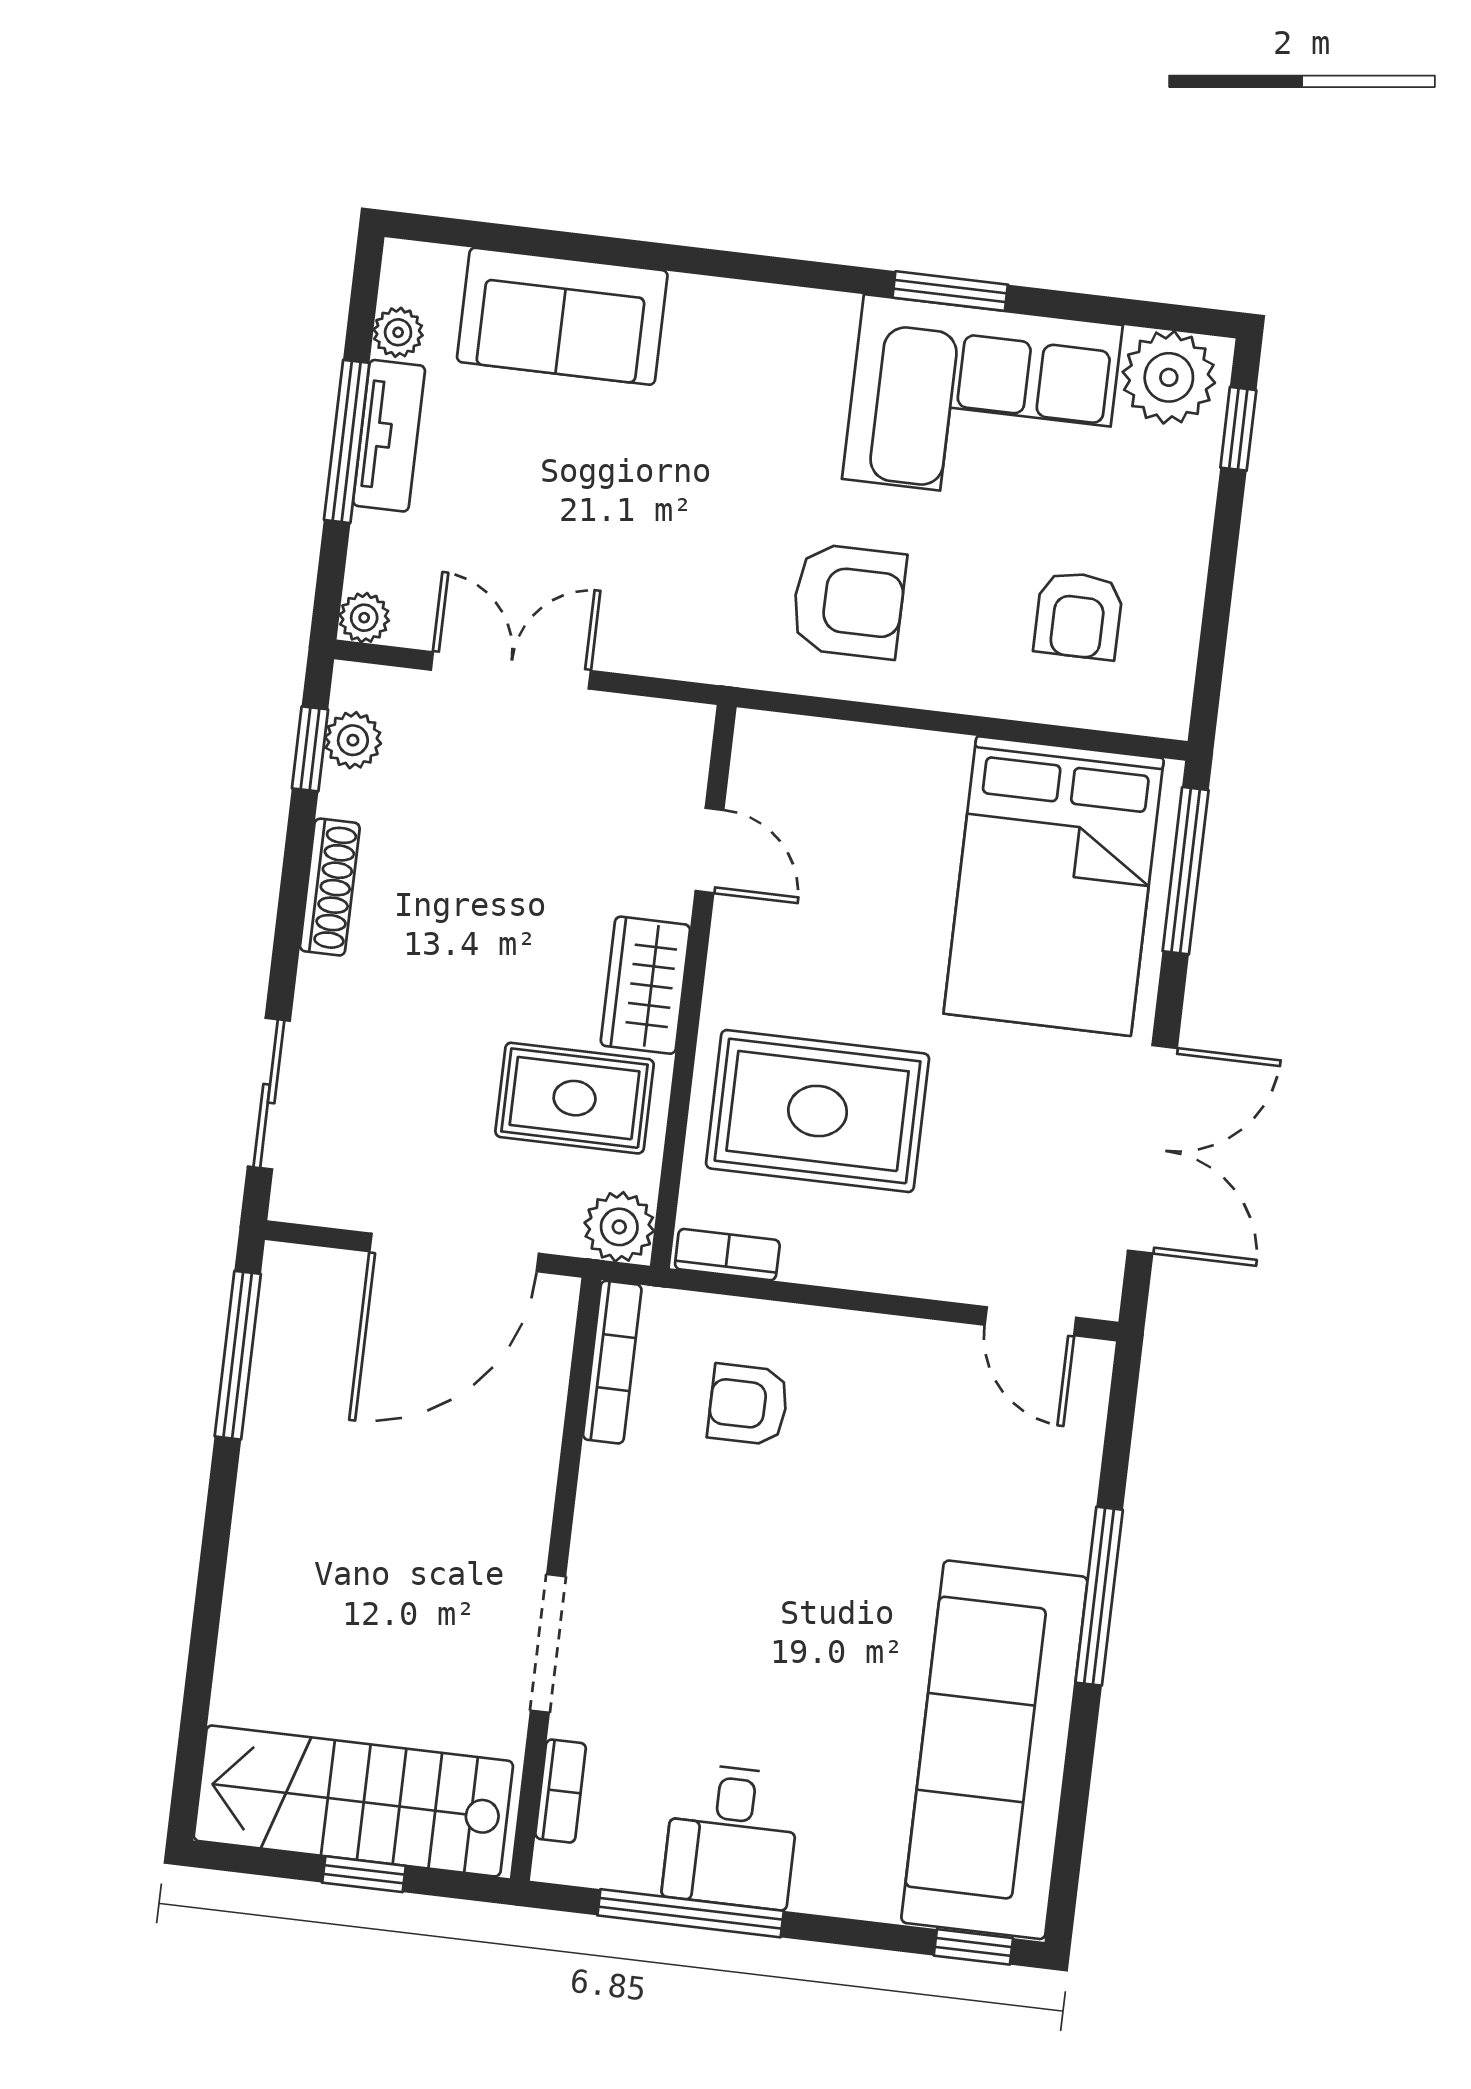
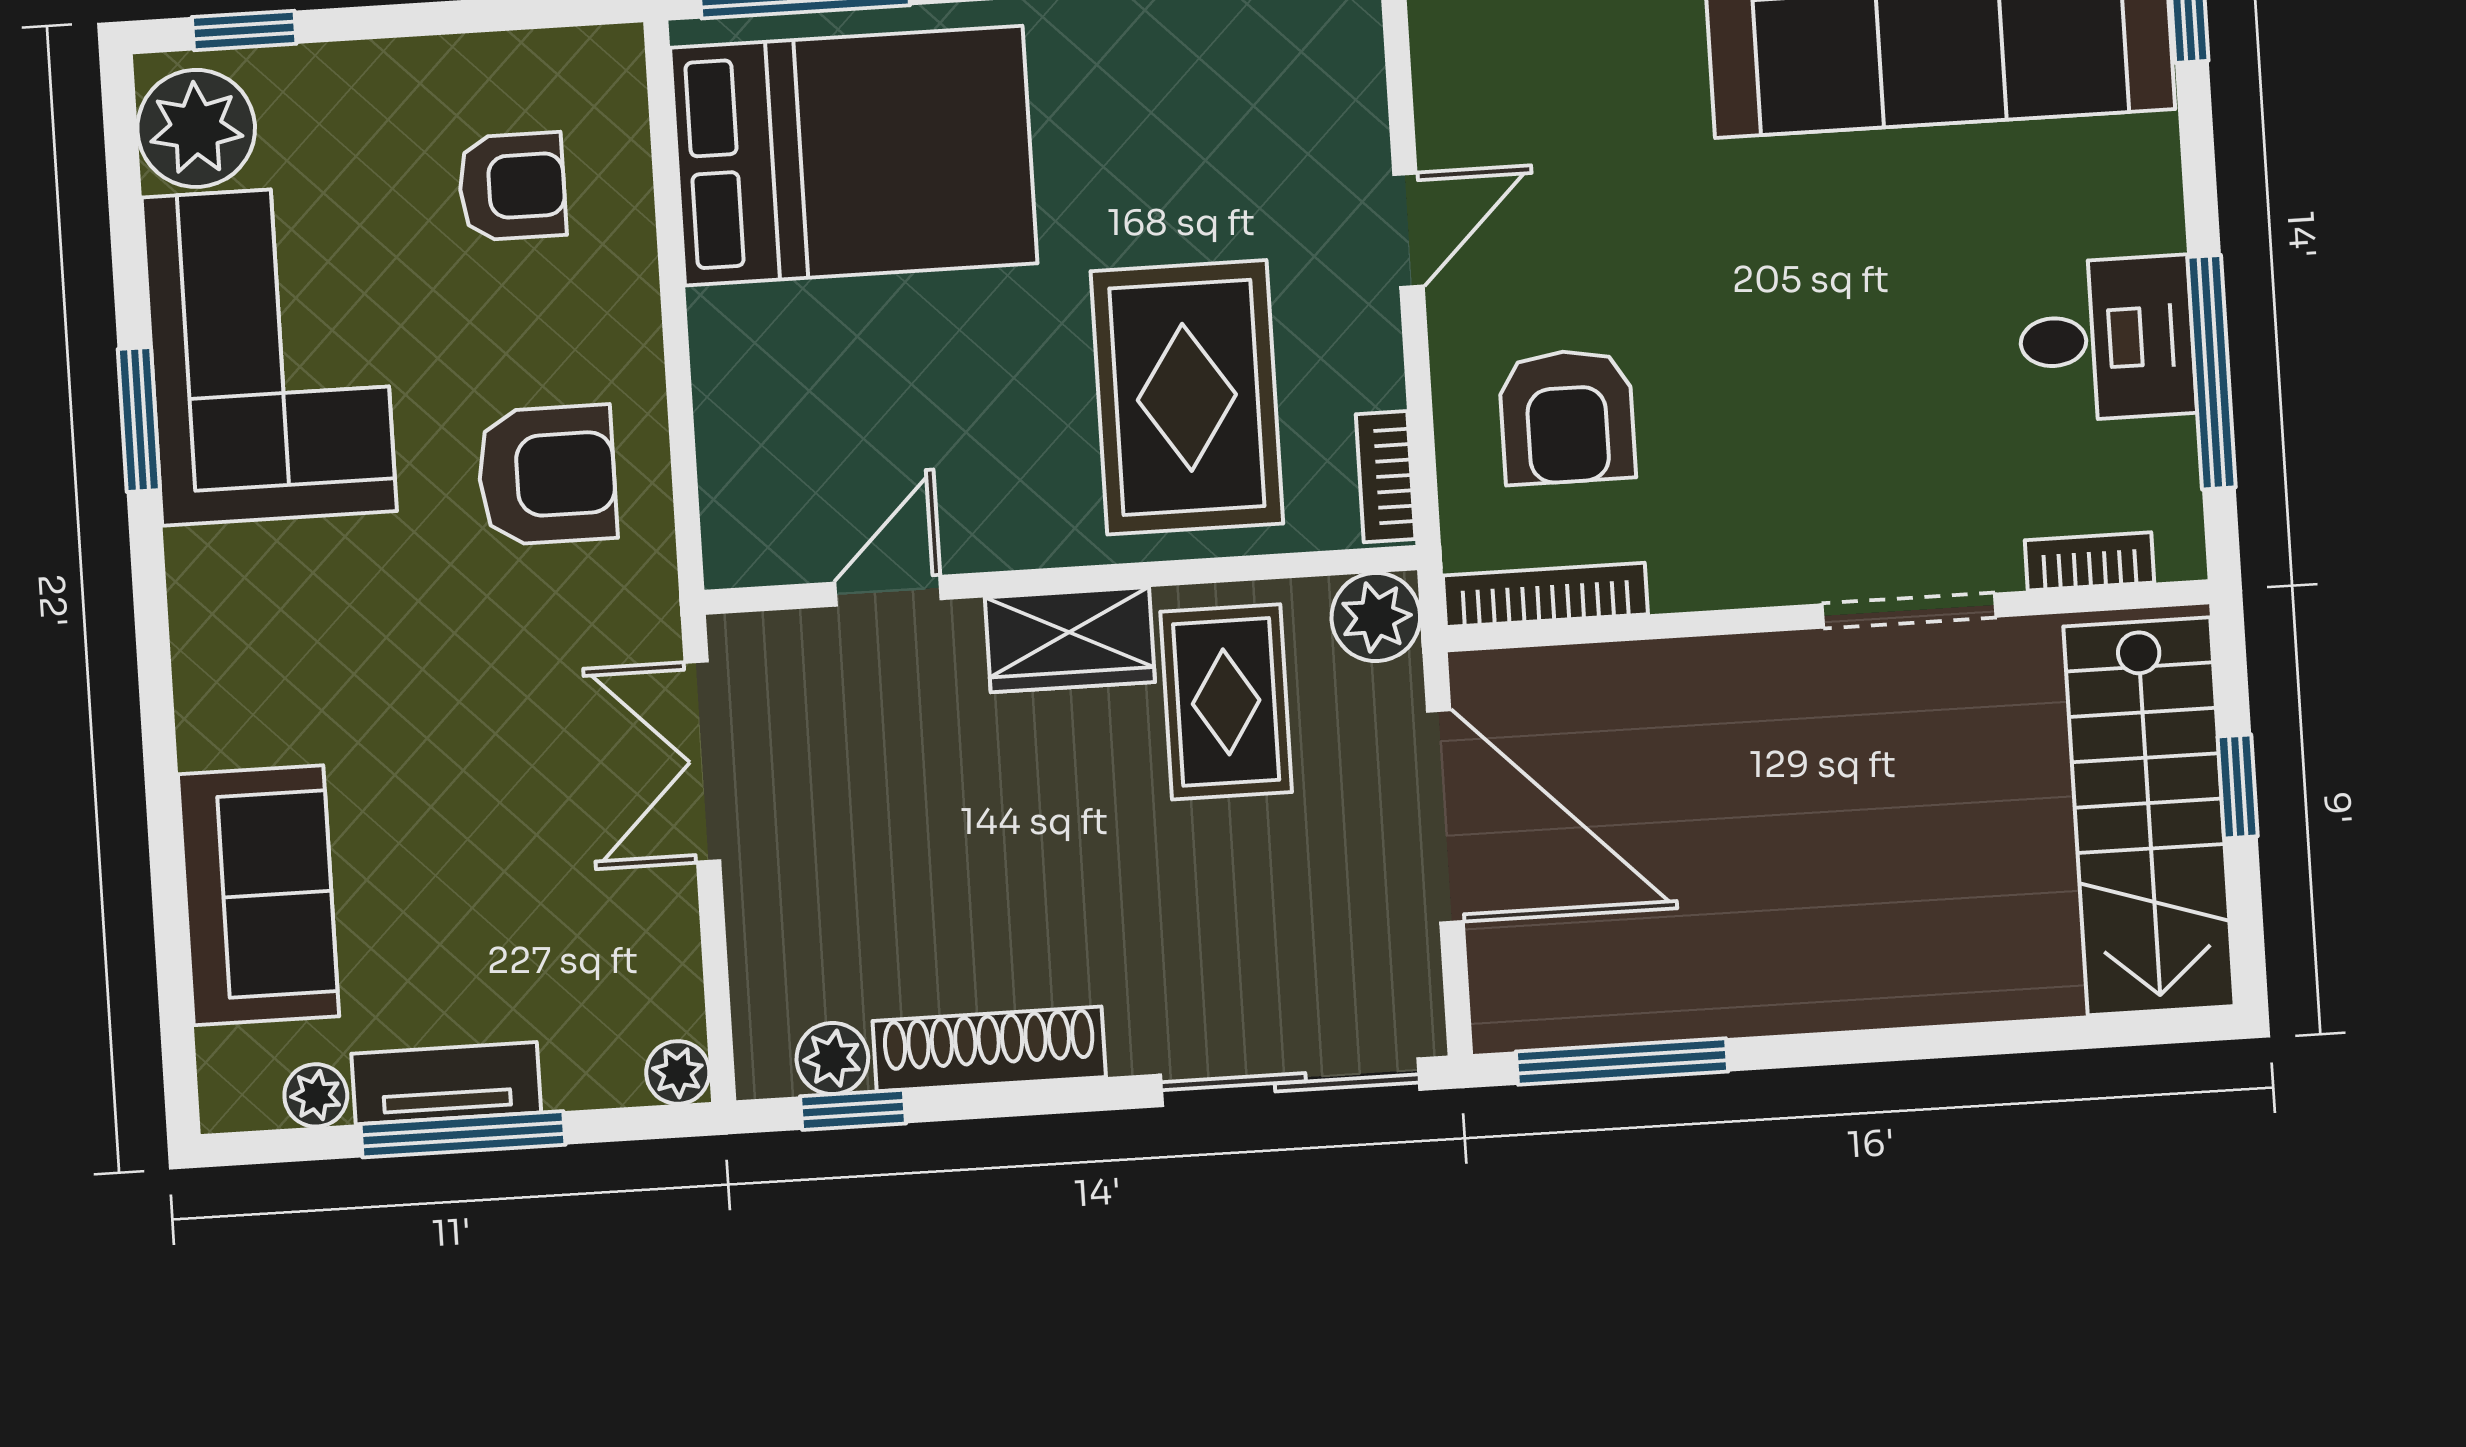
armchair: (848, 601) -> (547, 475), turned 90
double door: (511, 670) -> (702, 762), moved
shoe rack: (330, 887) -> (989, 1049), width x1.36, depth x1.24
sliding door: (269, 1094) -> (1290, 1082), width x1.37
door: (1030, 1321) -> (1408, 230), moved
armchair: (748, 1405) -> (1567, 417), width x1.38, depth x1.38

